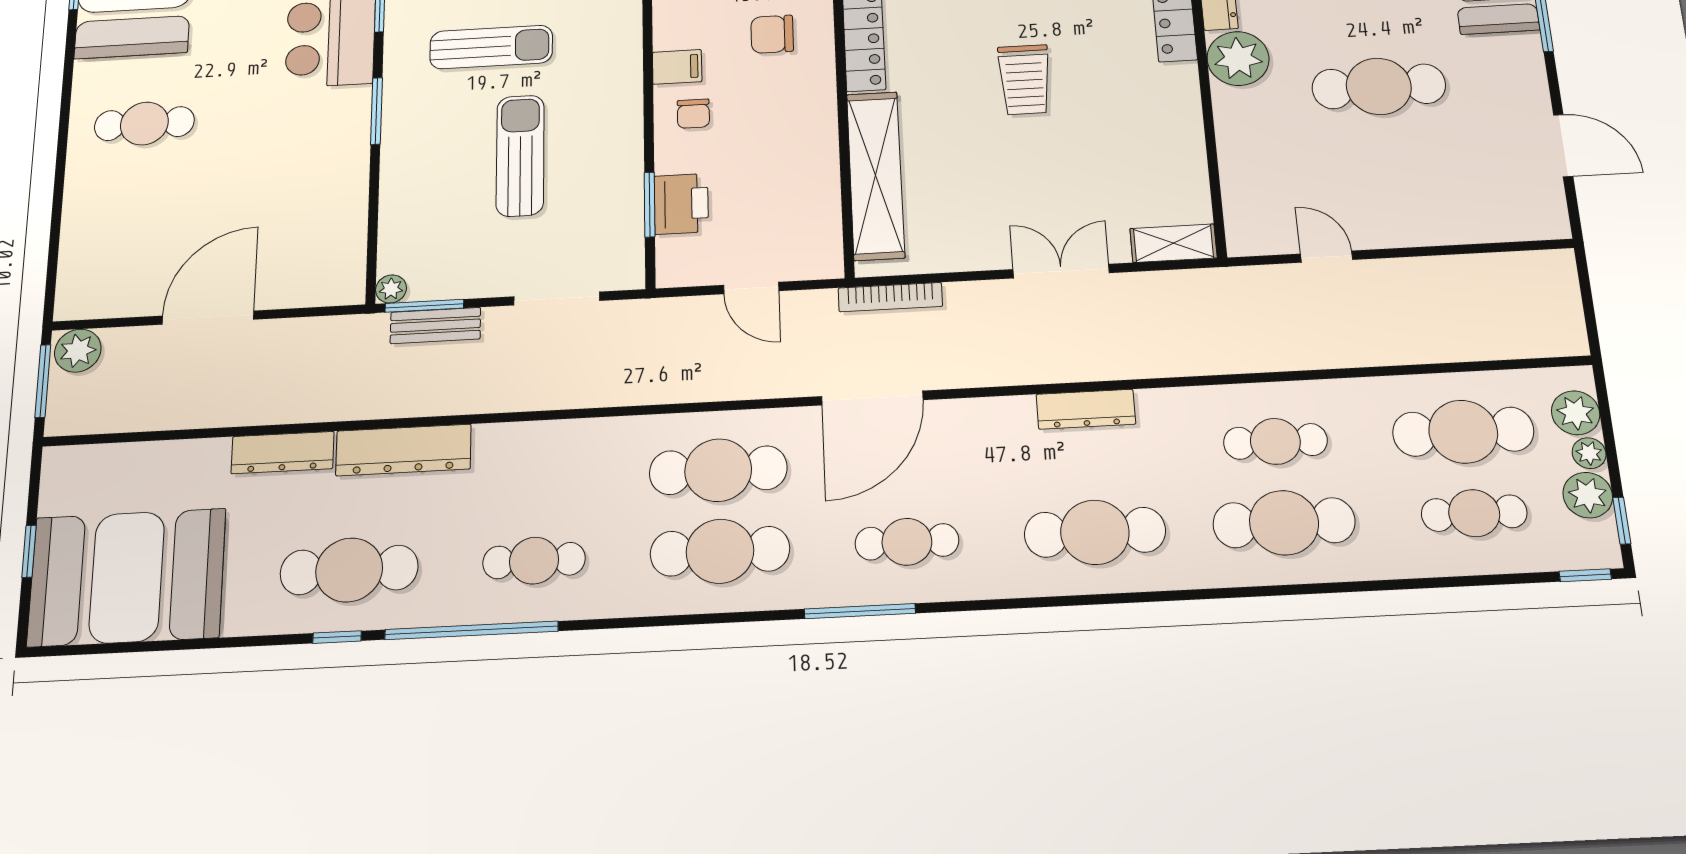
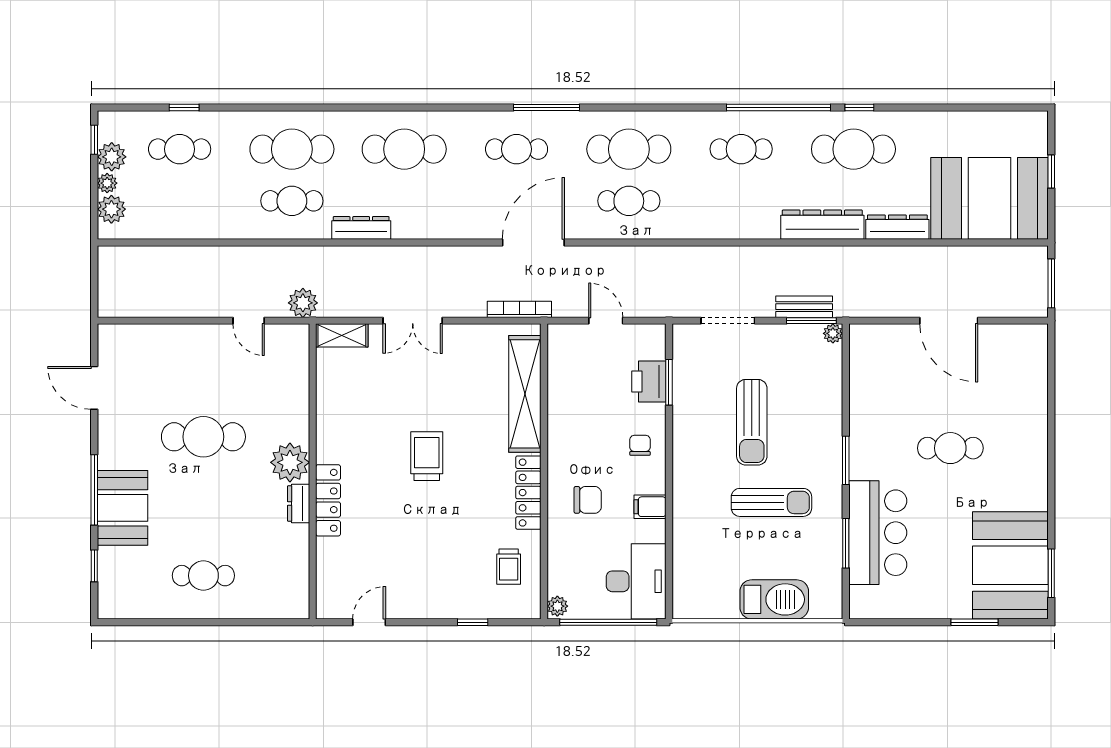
sun lounger: (491, 47) -> (771, 502), turned 180
filing cabinet: (677, 67) -> (650, 507), moved
cafe table: (144, 124) -> (950, 448), moved
door: (208, 318) -> (949, 321), hinge flipped
plant: (78, 351) -> (303, 303), moved
dresser: (1086, 409) -> (361, 228), moved
cafe table: (1463, 432) -> (180, 201), removed
cafe table: (718, 470) -> (629, 201), width x0.73, depth x0.74
window: (1585, 575) -> (184, 107), moved
booth: (127, 577) -> (990, 198), moved

